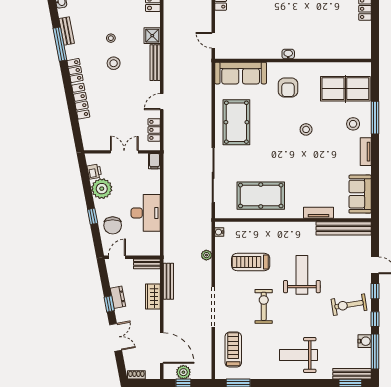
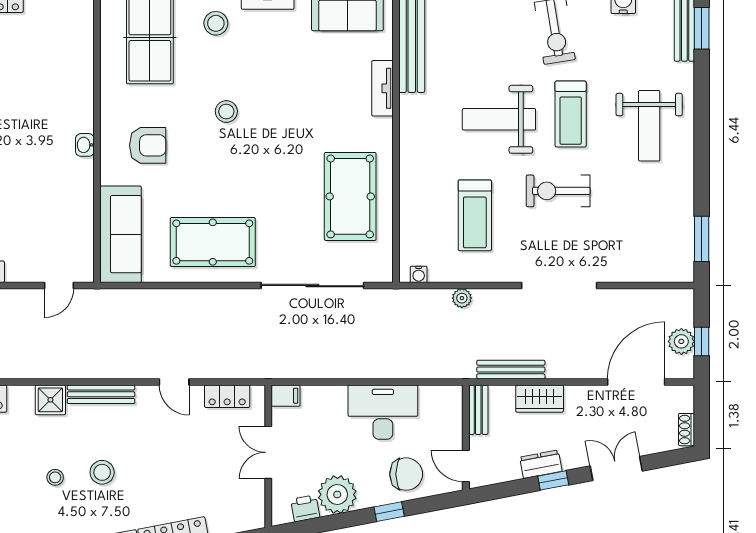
treadmill: (233, 350) -> (571, 114), moved, turned -90

